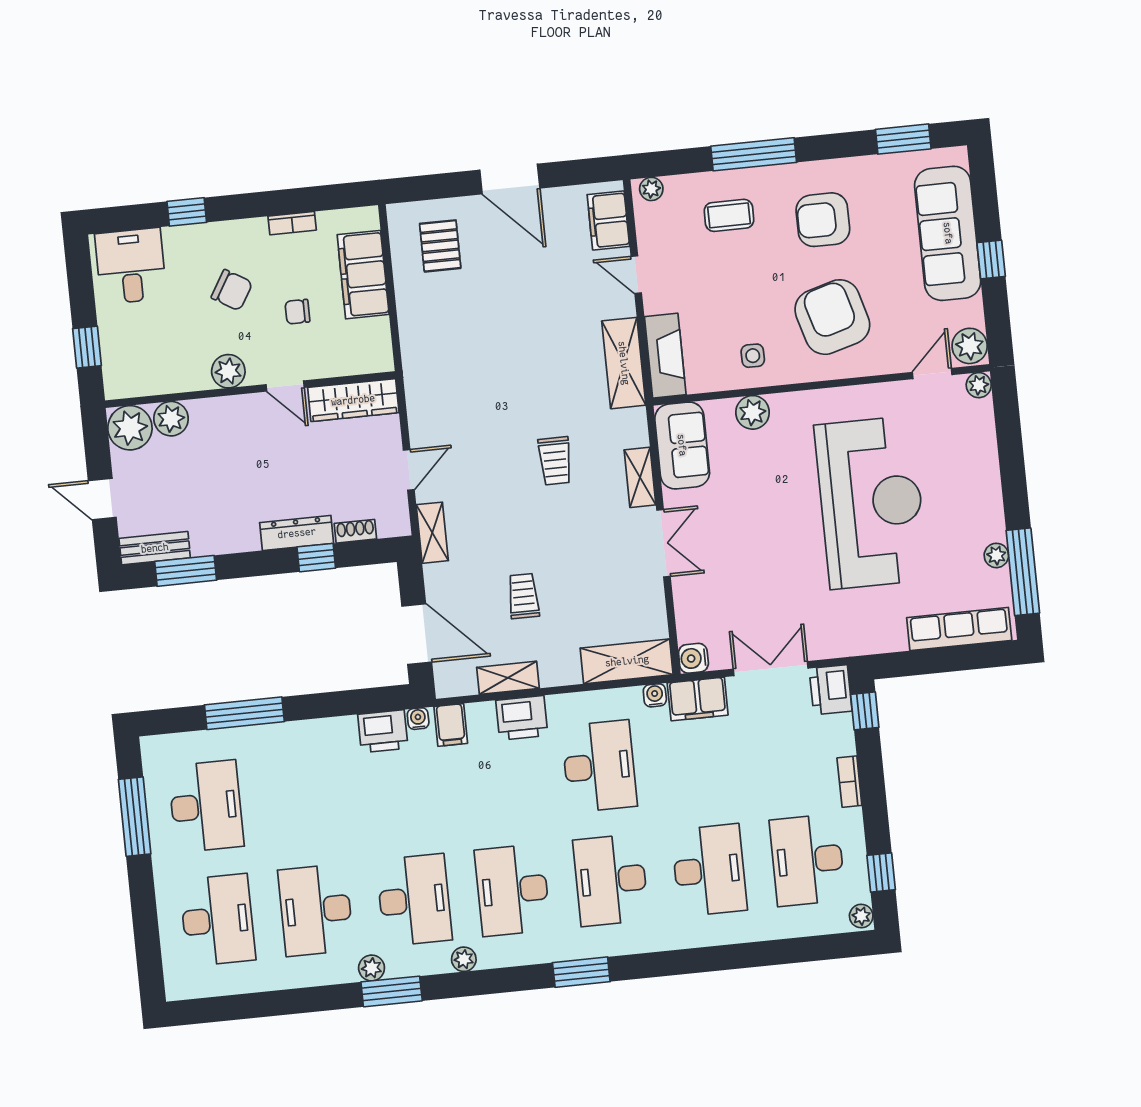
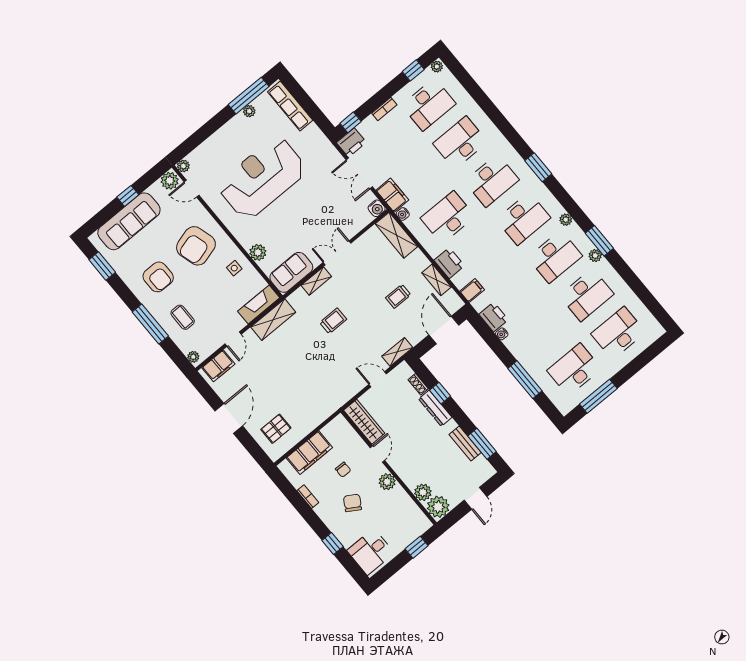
bench: (155, 548) -> (465, 444), moved
water cooler: (418, 719) -> (502, 334), moved
desk: (414, 900) -> (555, 257), turned 180

